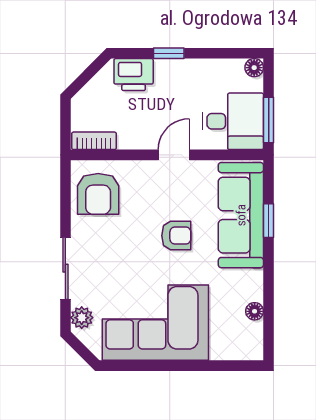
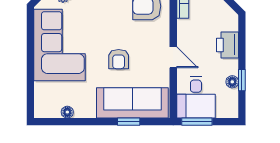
window: (169, 53) -> (242, 80), moved
floor lamp: (254, 68) -> (232, 82), moved
printer: (134, 75) -> (228, 45), moved

